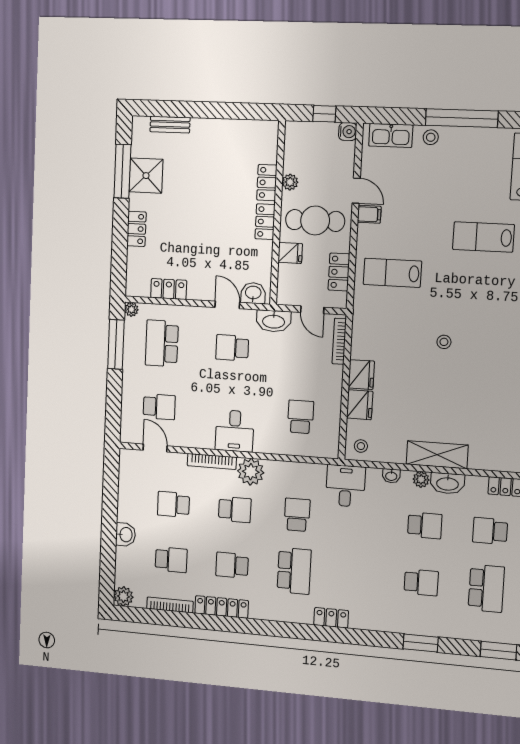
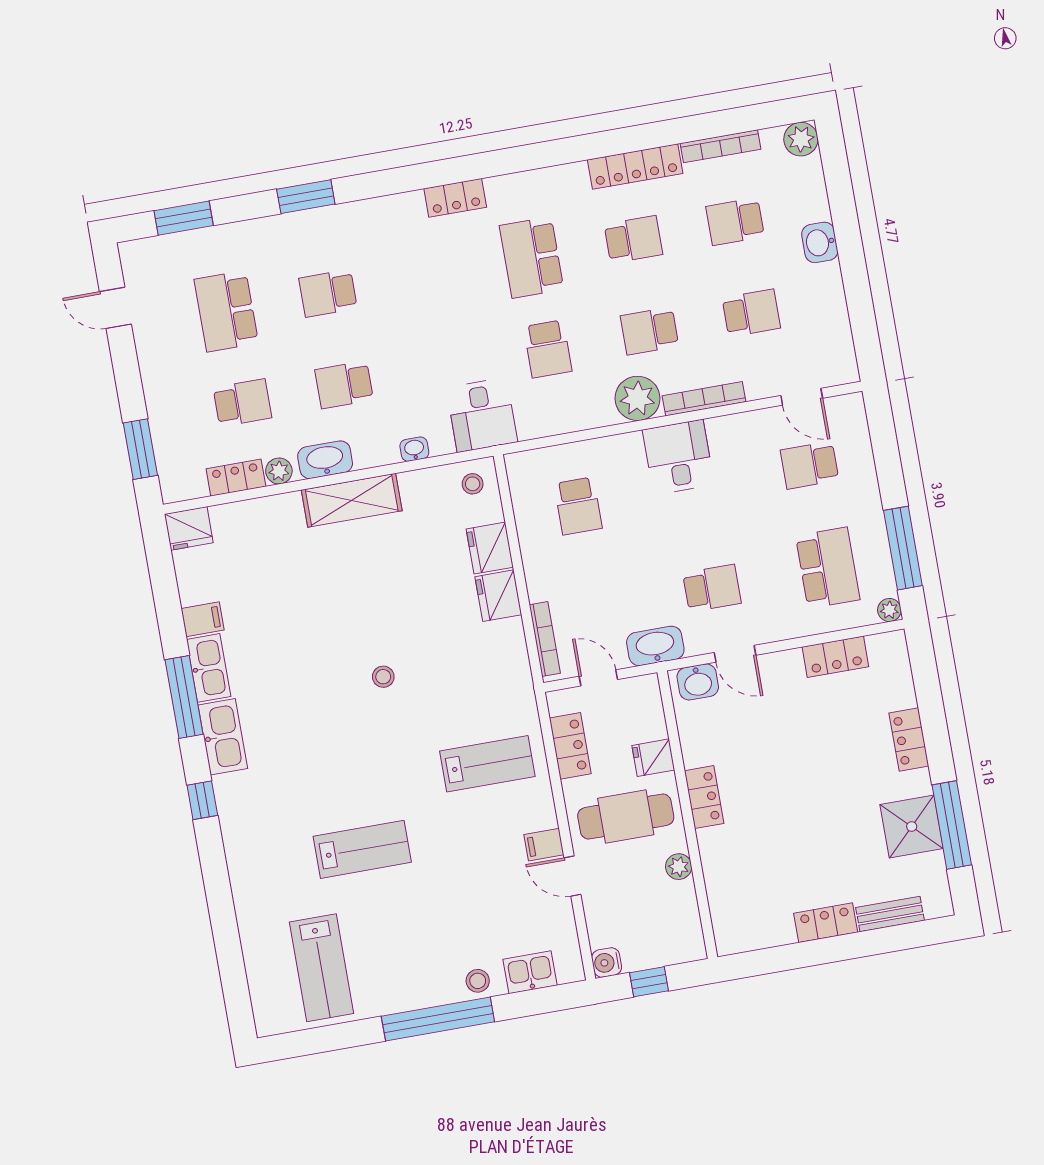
kitchen sink: (391, 135) -> (530, 972), width x0.73
locker: (267, 183) -> (826, 923), moved, turned -90
plant: (421, 479) -> (279, 471), moved

